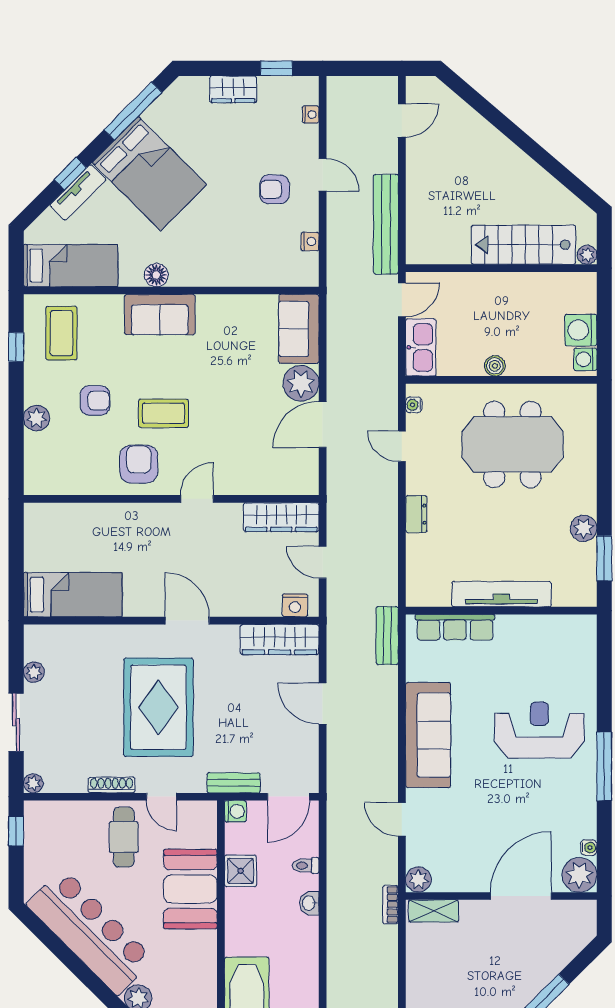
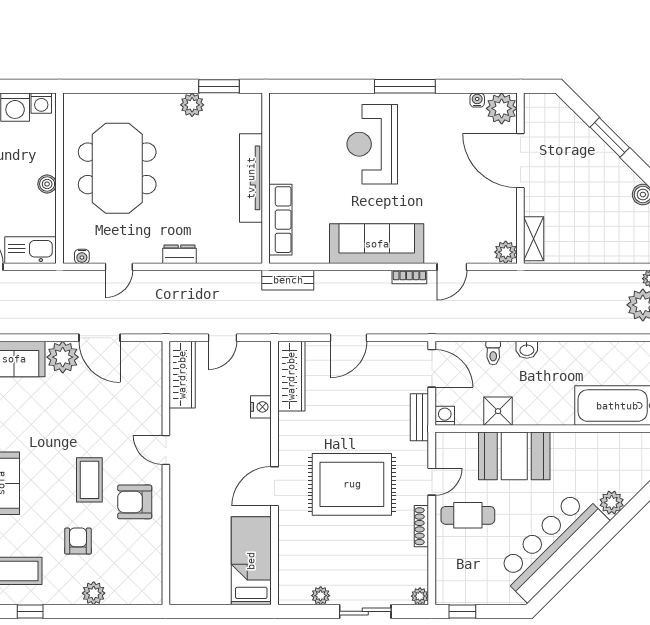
nightstand: (295, 605) -> (261, 407), moved
door: (187, 621) -> (274, 486), moved
bookcase: (391, 905) -> (409, 277), moved

